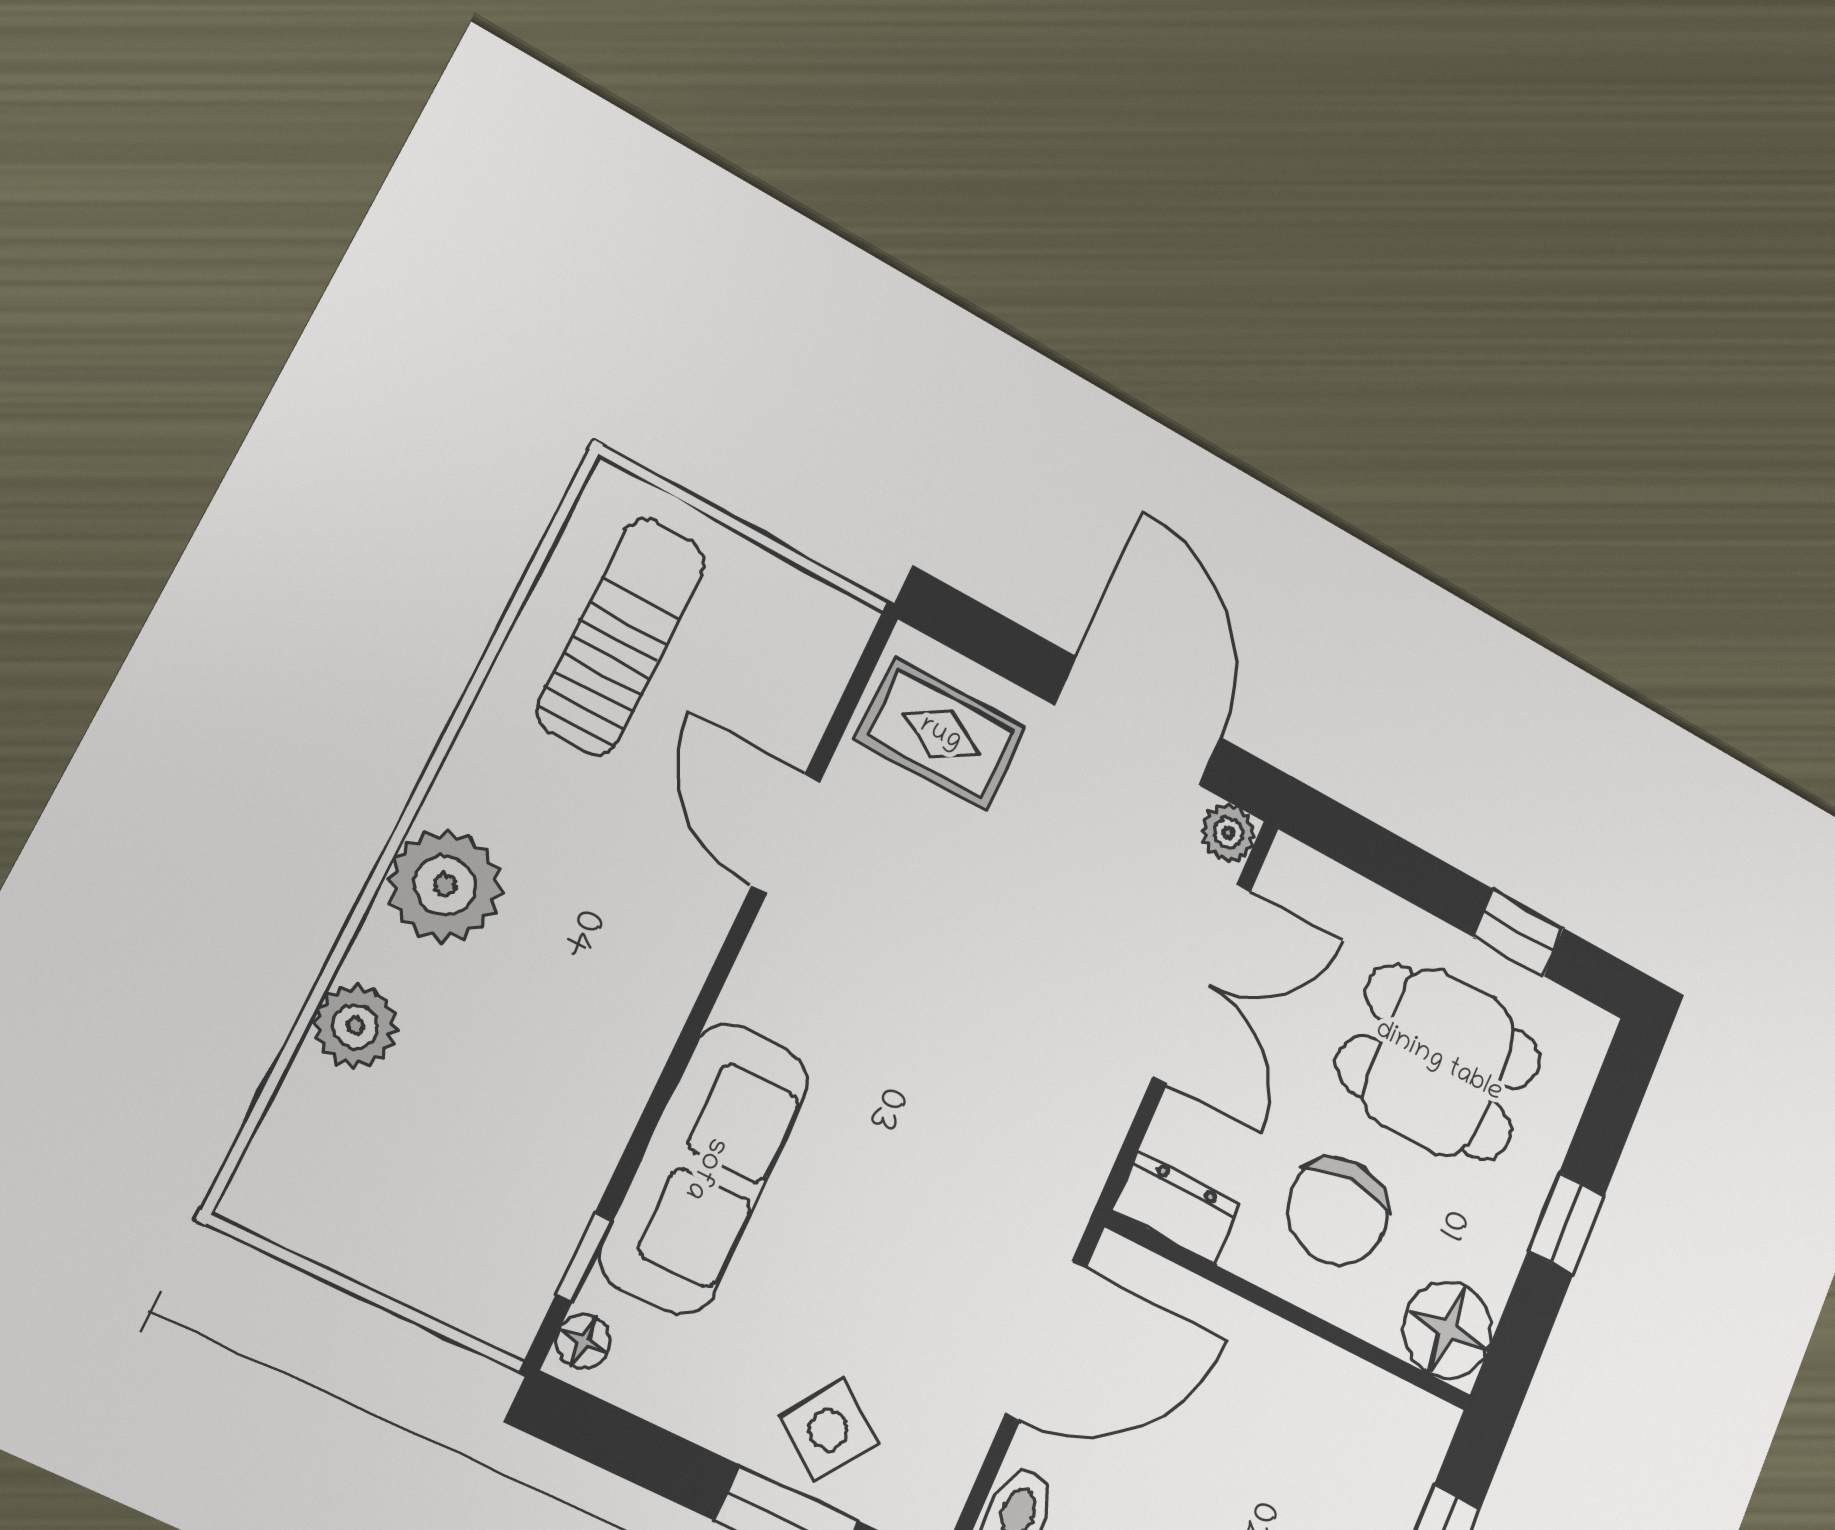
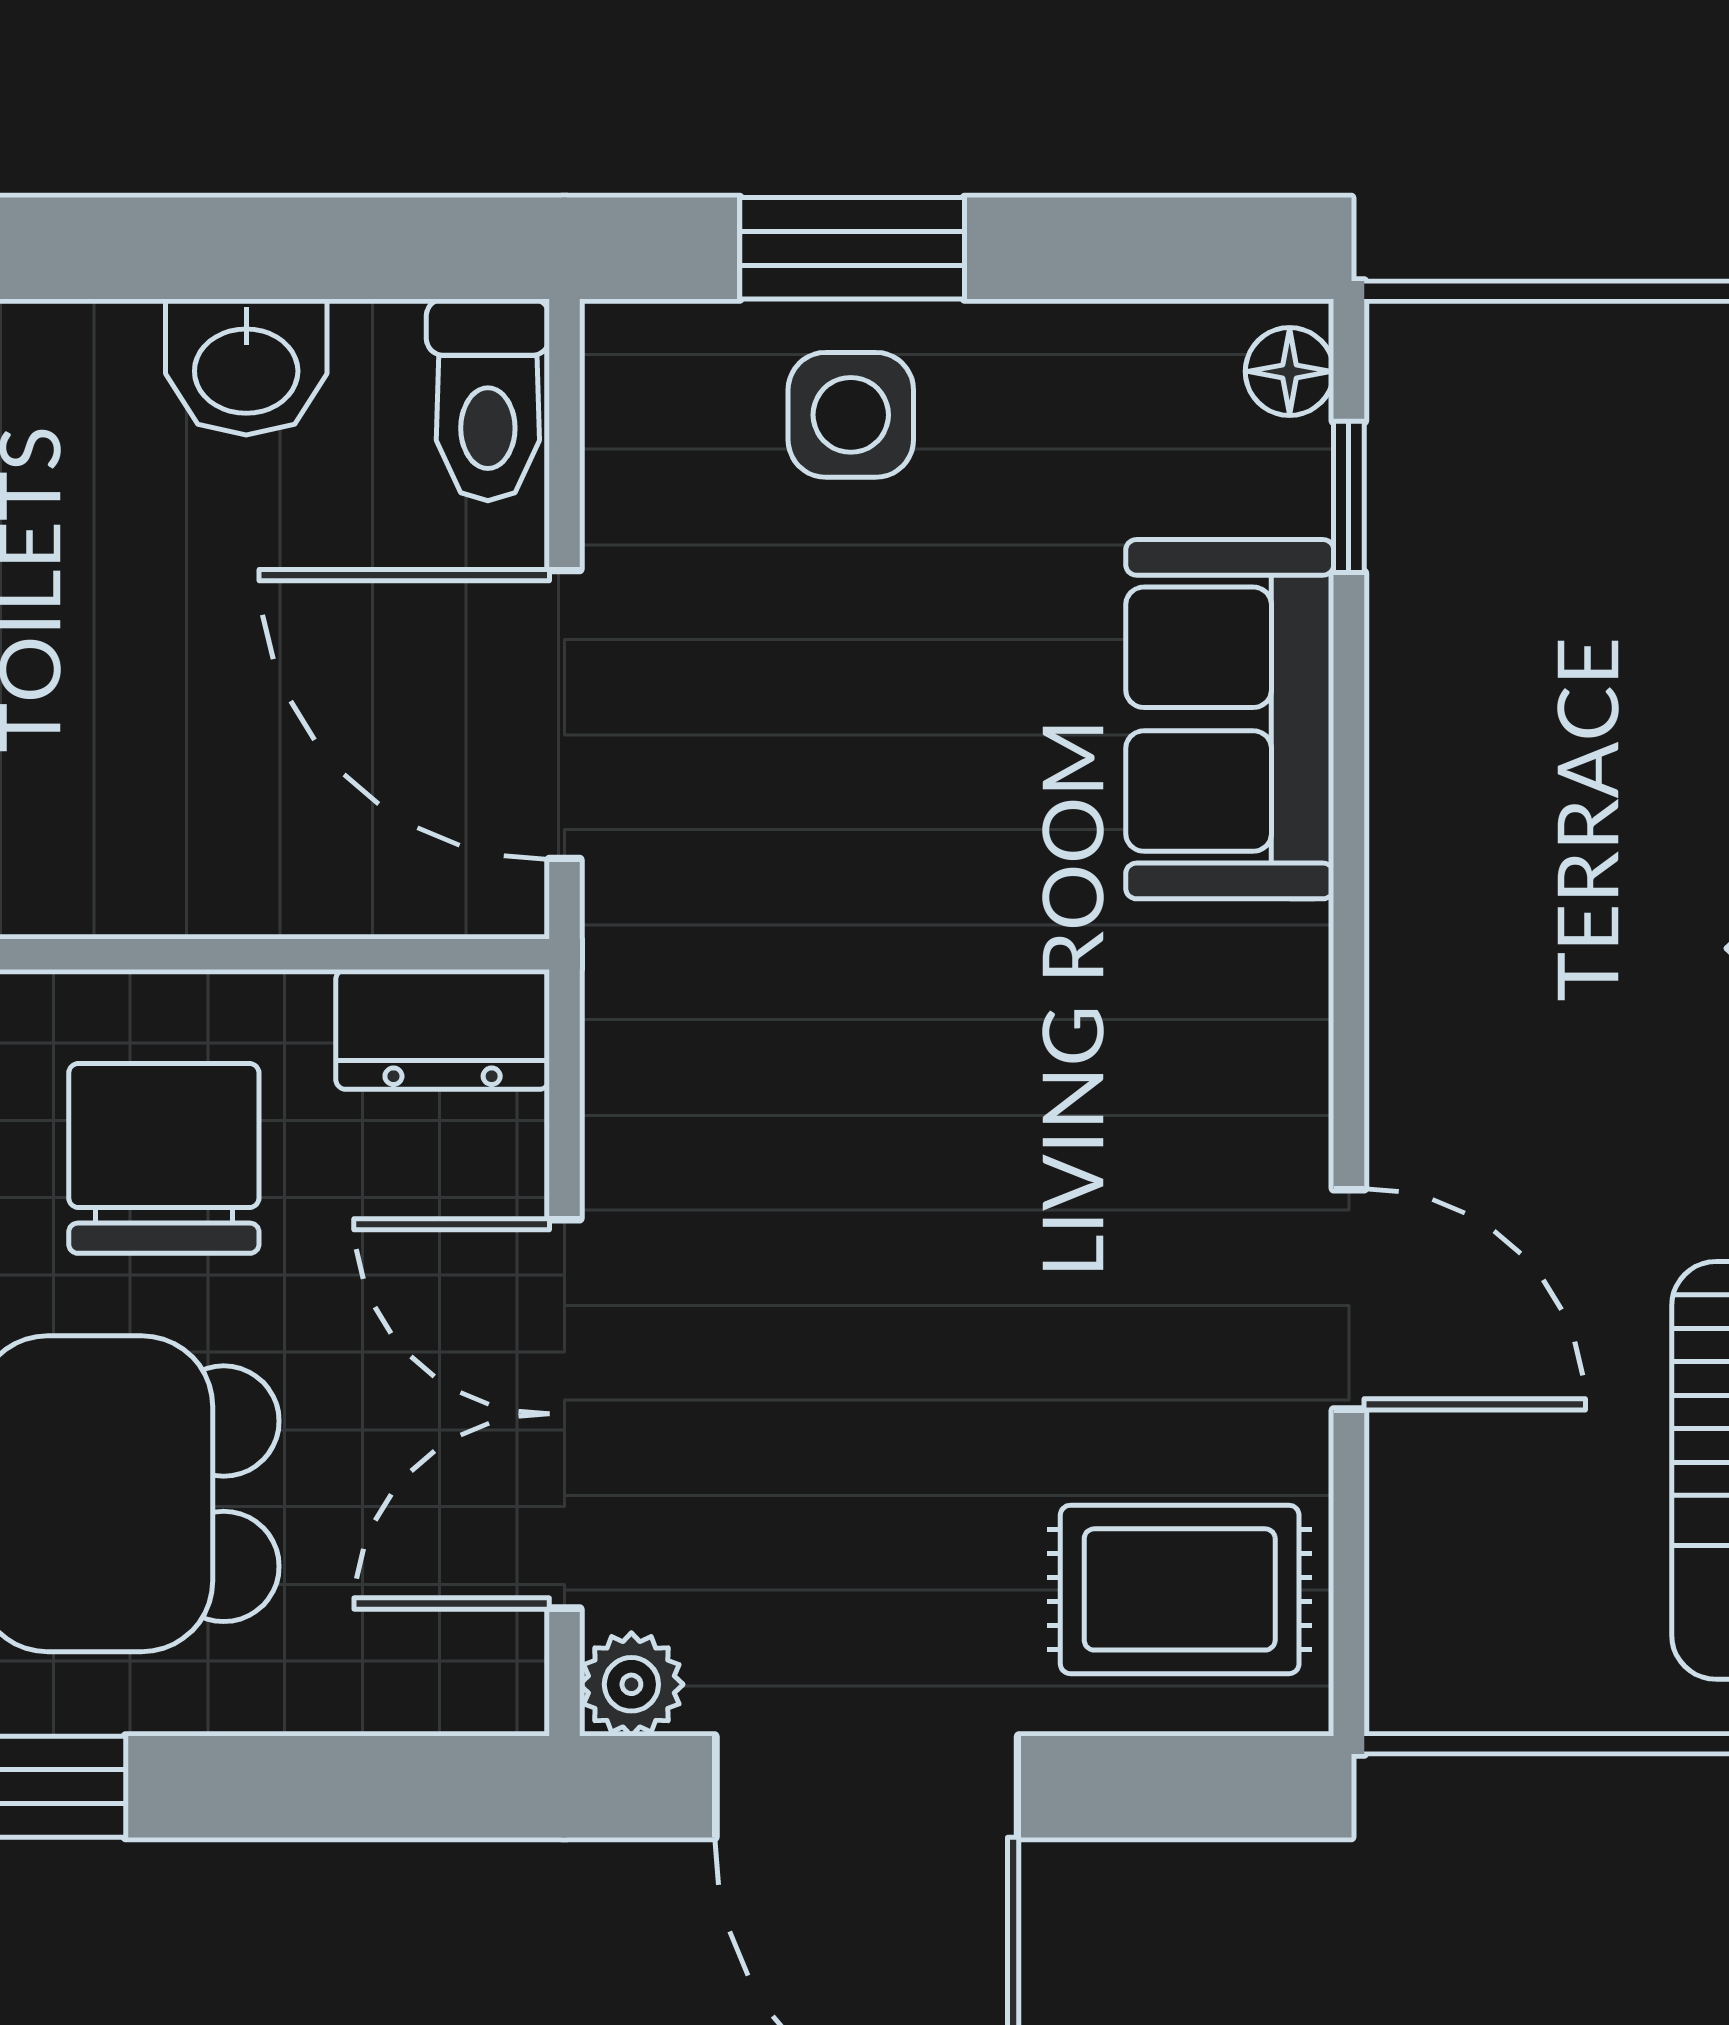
sofa: (705, 1168) -> (1230, 719), width x0.73
door: (1046, 1341) -> (564, 715), hinge flipped
side table: (829, 1430) -> (851, 415), turned -35

